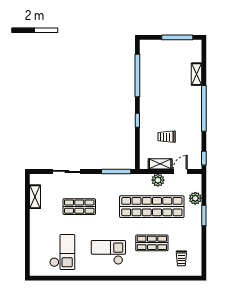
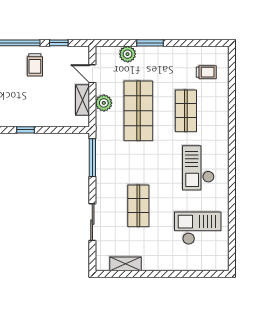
trolley: (167, 137) -> (35, 65), moved
window: (204, 158) -> (59, 43), moved
shop shelf: (152, 207) -> (138, 111), width x0.71

